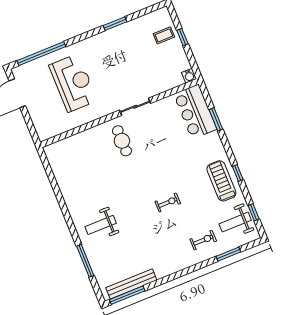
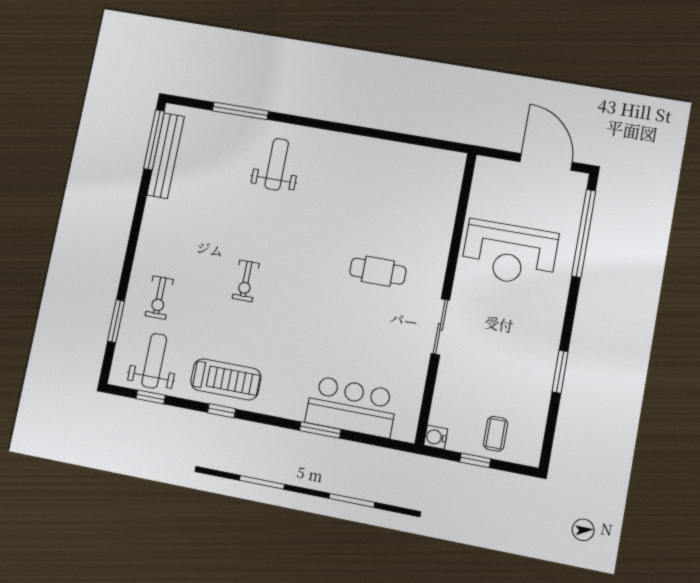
water cooler: (189, 76) -> (436, 437), moved
sliding door: (135, 107) -> (440, 327), moved
wall: (119, 113) -> (446, 298), moved

